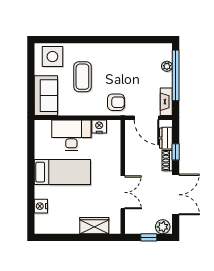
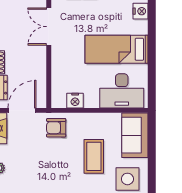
door: (146, 118) -> (22, 110), hinge flipped
desk: (71, 135) -> (122, 91), moved

